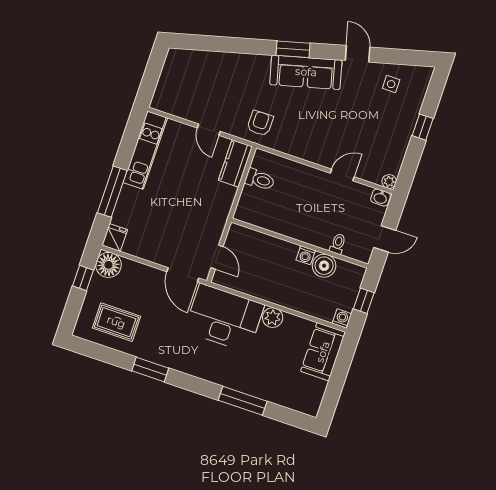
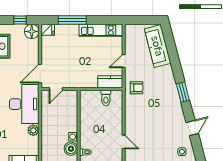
sofa: (306, 72) -> (158, 46), moved

